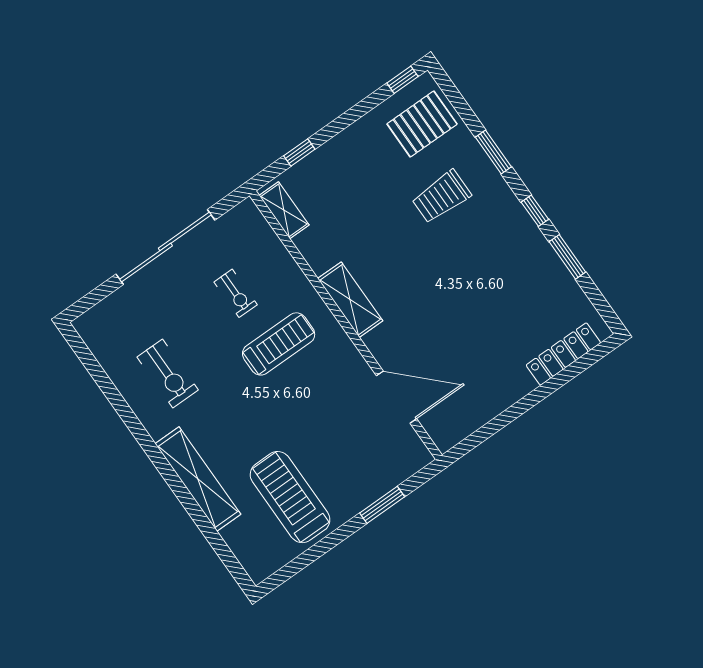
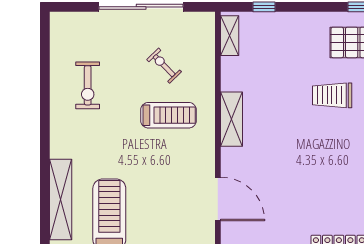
exercise bike: (236, 293) -> (164, 66), turned 136
shelving: (198, 479) -> (61, 200), moved

